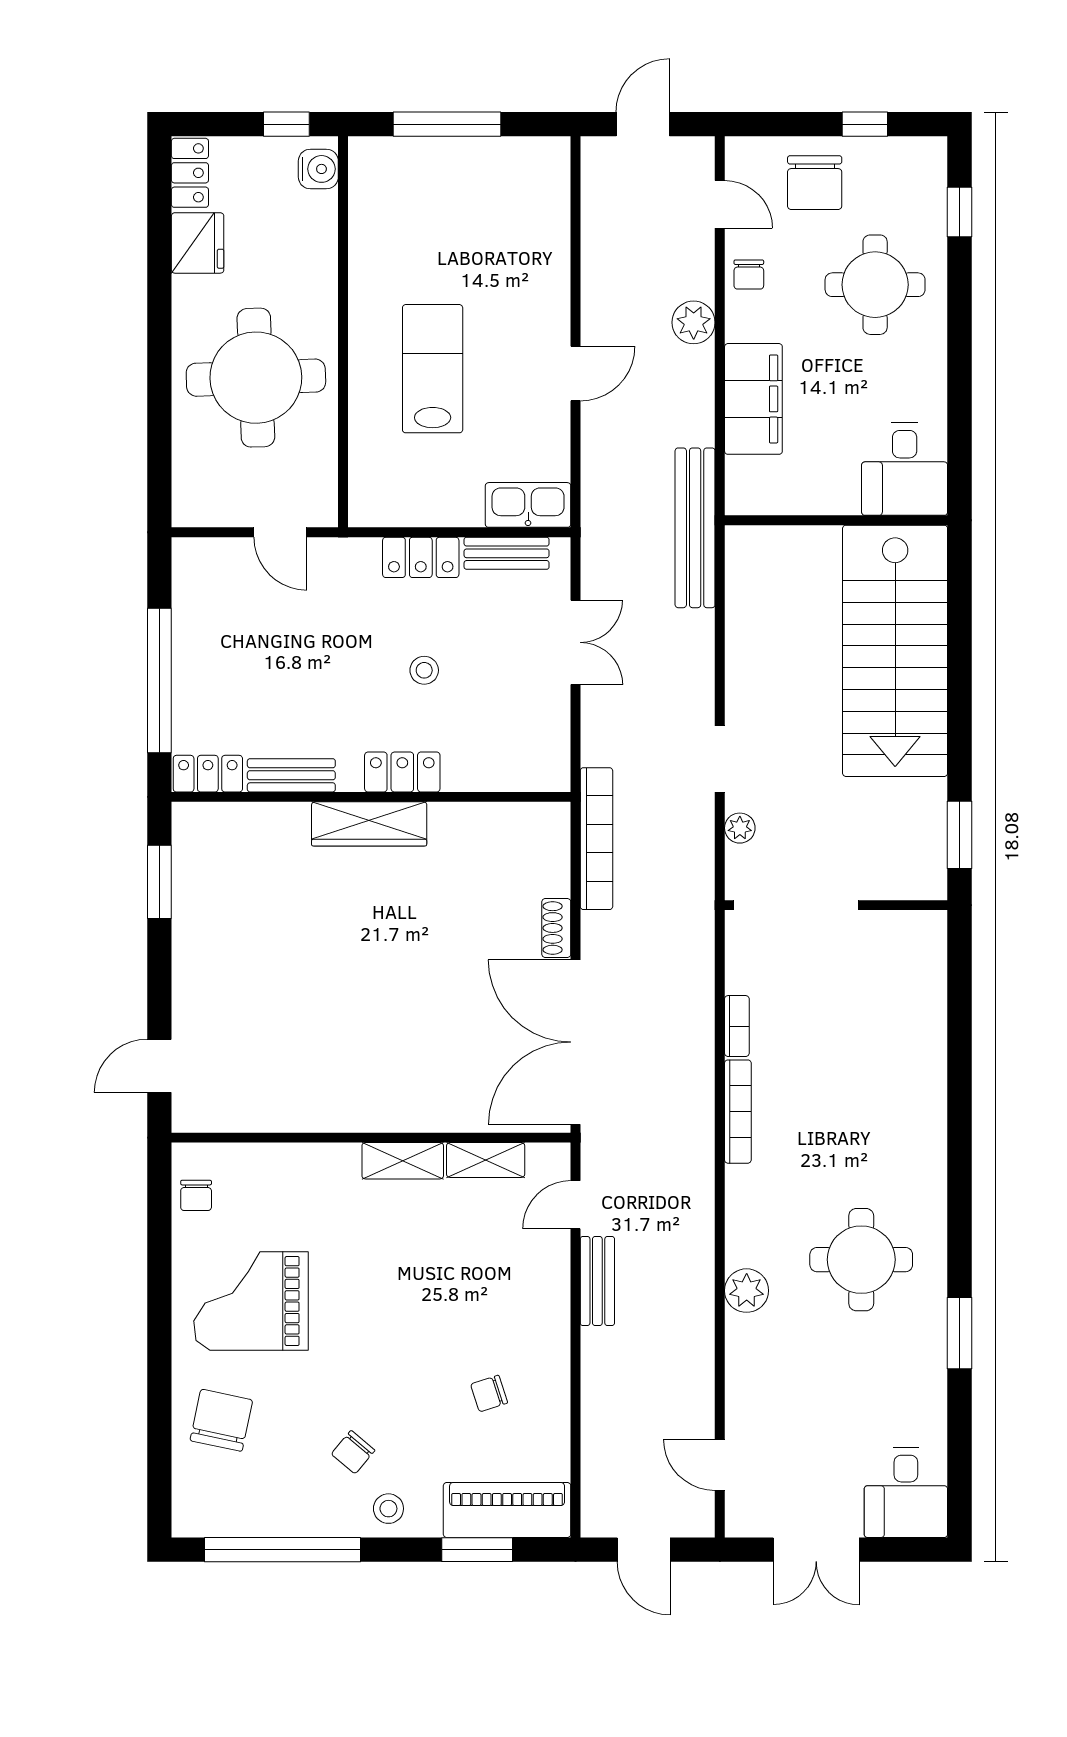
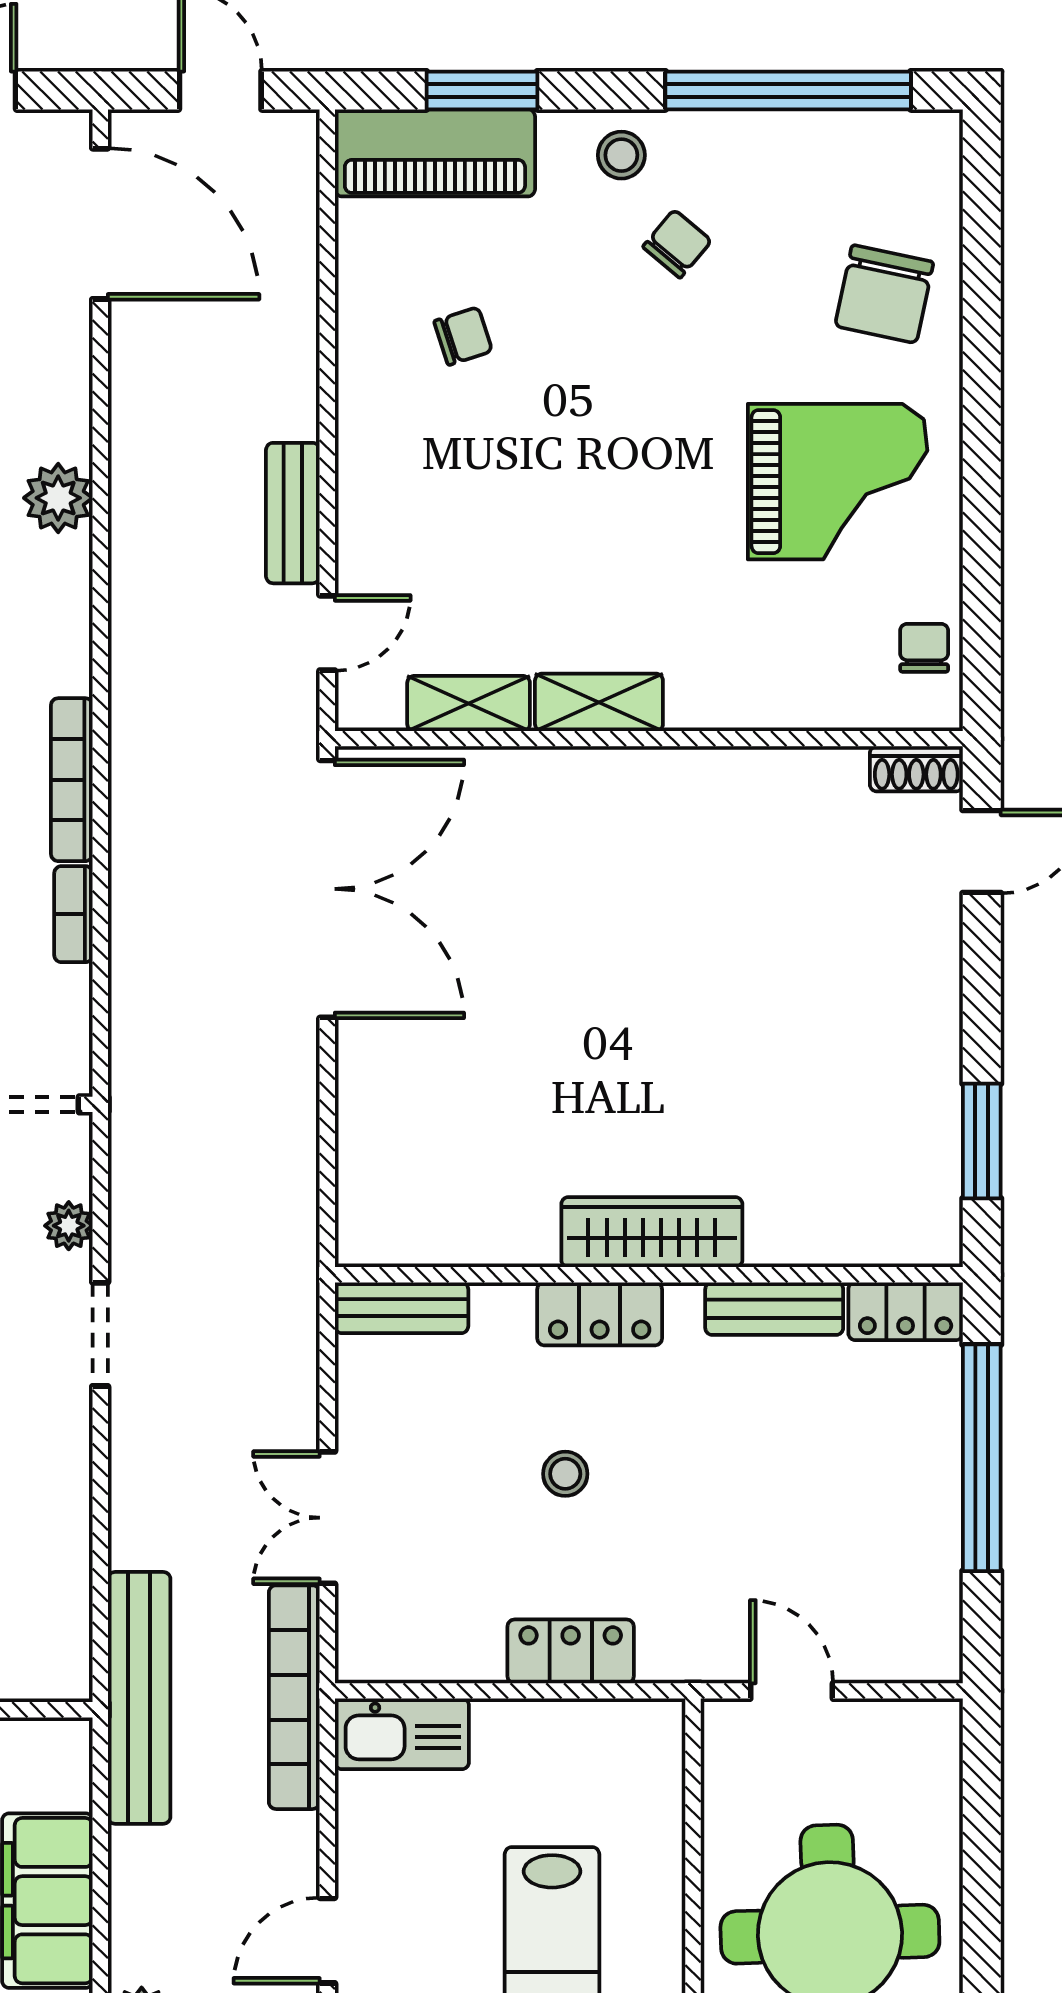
bench: (507, 553) -> (402, 1308), moved
bookcase: (596, 839) -> (294, 1697), moved
shoe rack: (556, 928) -> (916, 769), moved, turned 90
door: (720, 1465) -> (100, 224), width x1.87

